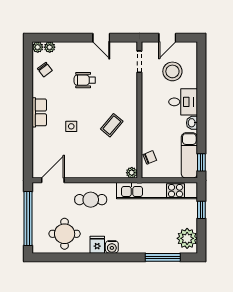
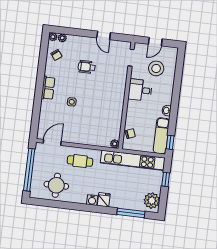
desk: (183, 102) -> (140, 90), moved, turned 180
coffee table: (112, 125) -> (104, 105), removed
fridge: (97, 245) -> (104, 200), moved

